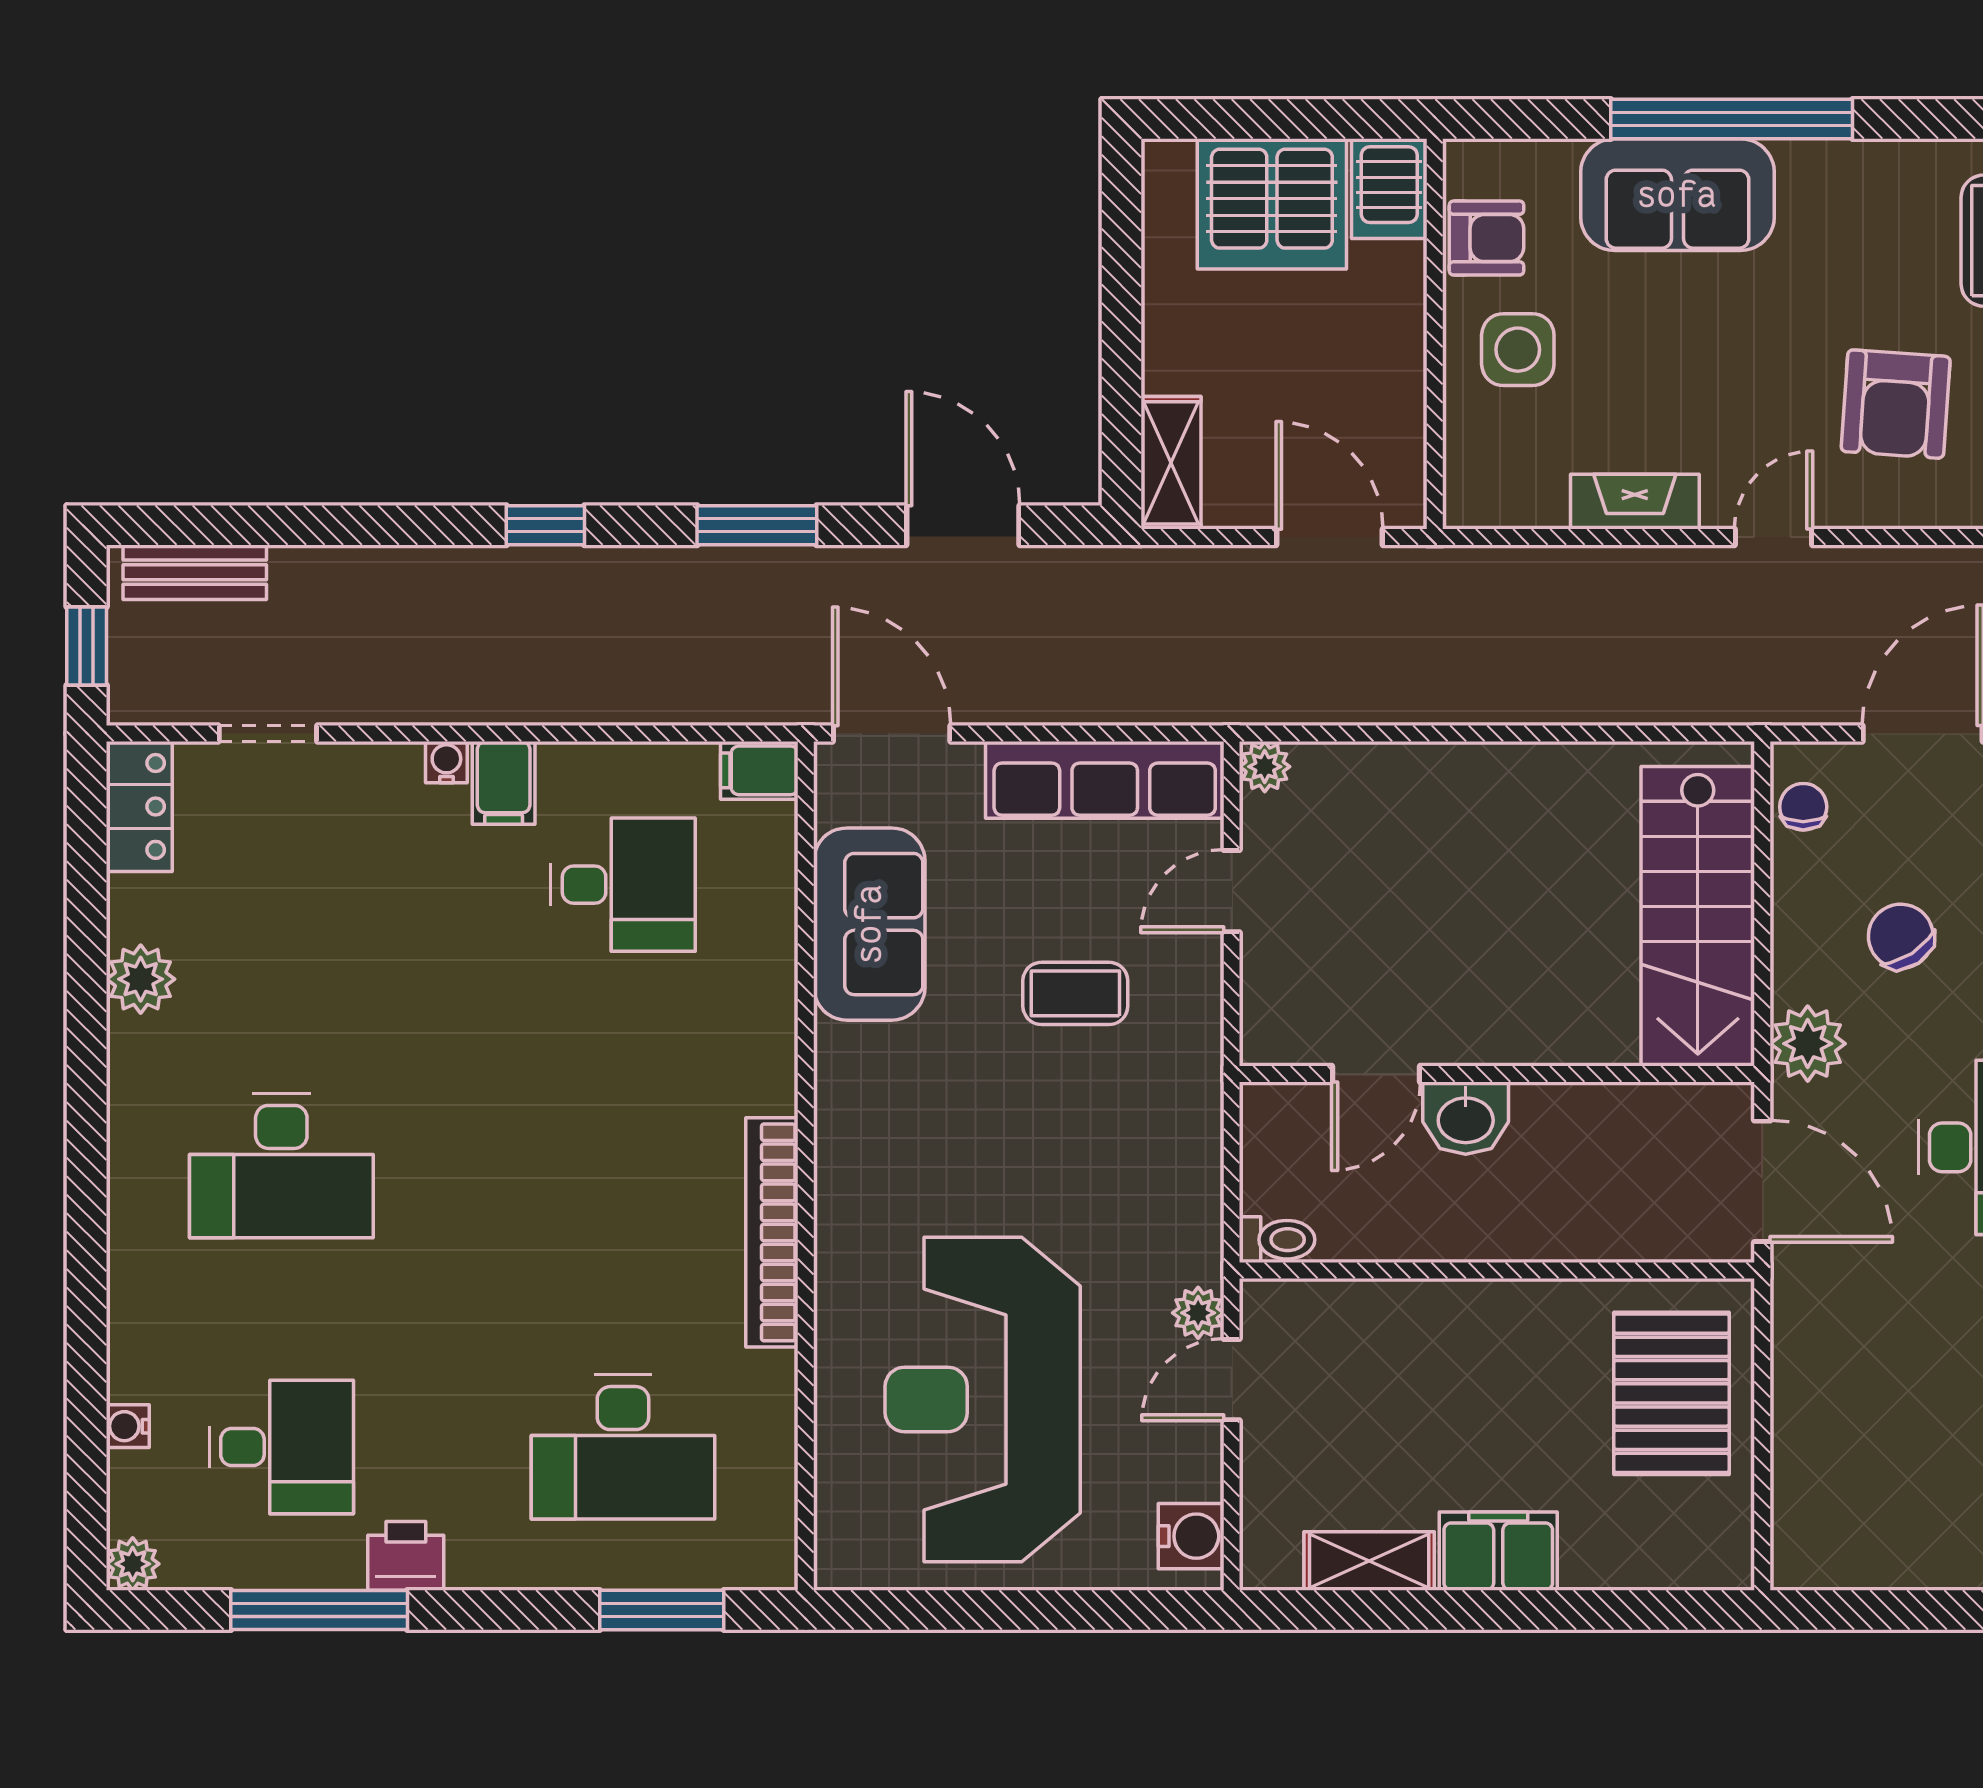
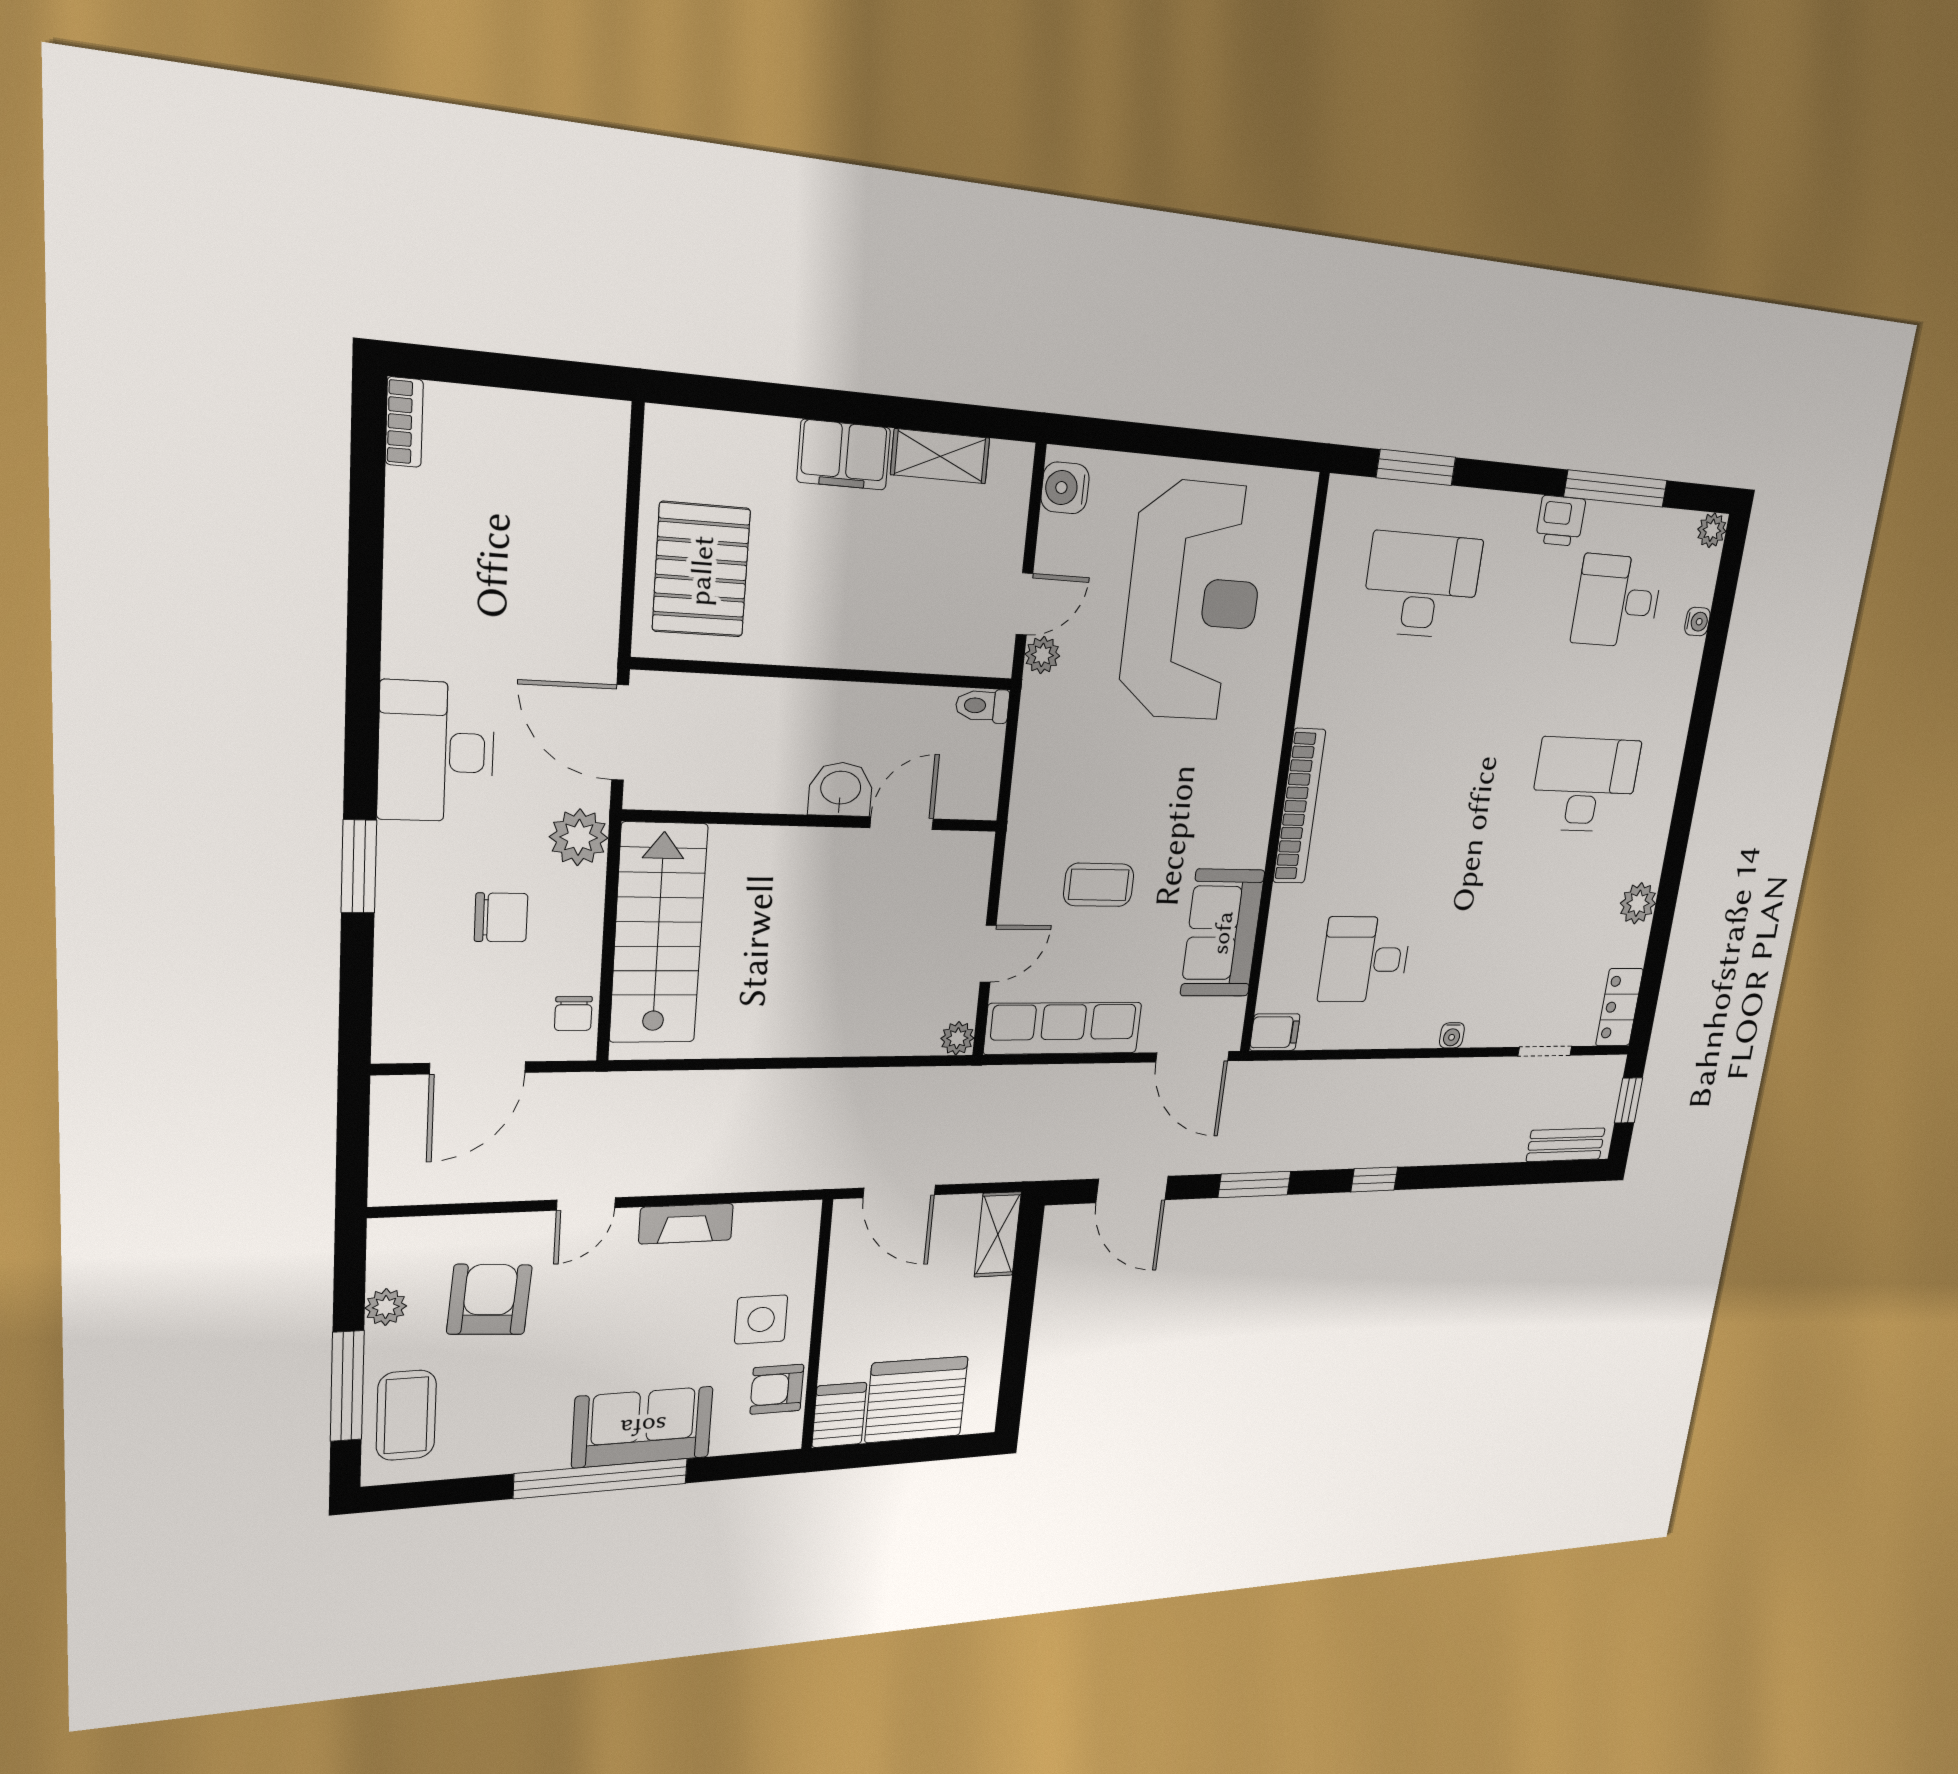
filing cabinet: (504, 783) -> (1422, 1023), removed
chair: (1901, 936) -> (501, 917), turned -57
bookcase: (772, 1232) -> (1299, 806), moved

